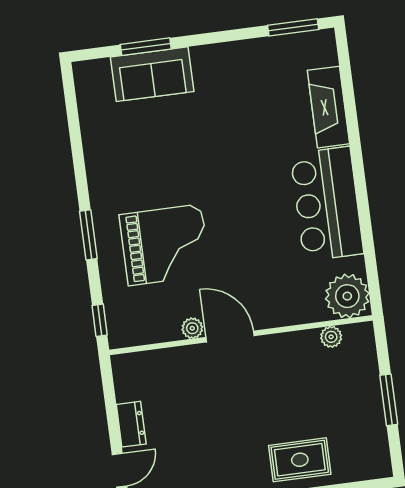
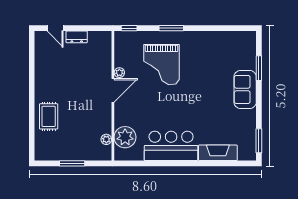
sofa: (152, 74) -> (245, 89), moved
plant: (347, 296) -> (125, 137), moved

